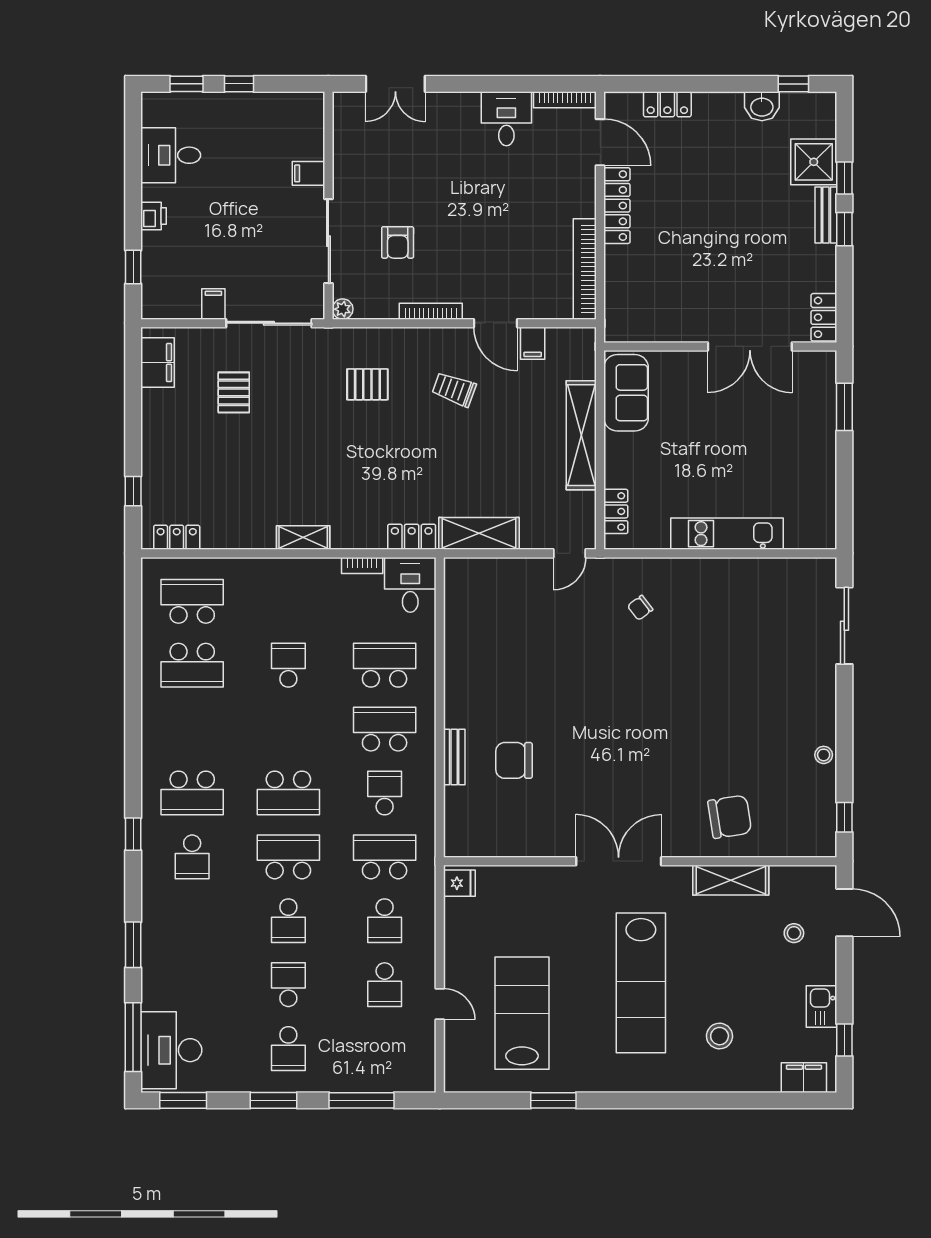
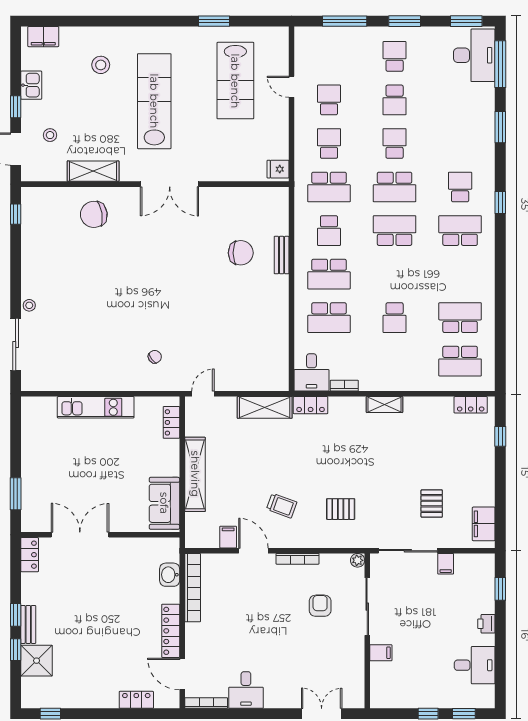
washbasin: (762, 106) -> (170, 575), moved, turned -90
stool: (824, 755) -> (29, 305), moved
window: (844, 1040) -> (16, 107), moved

